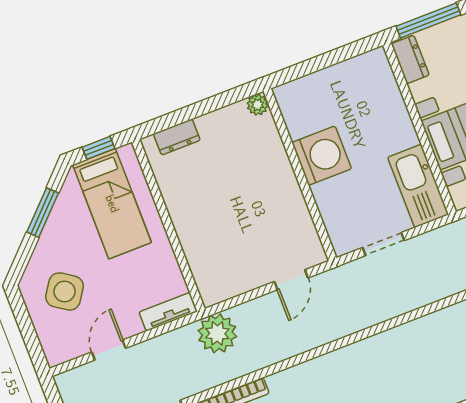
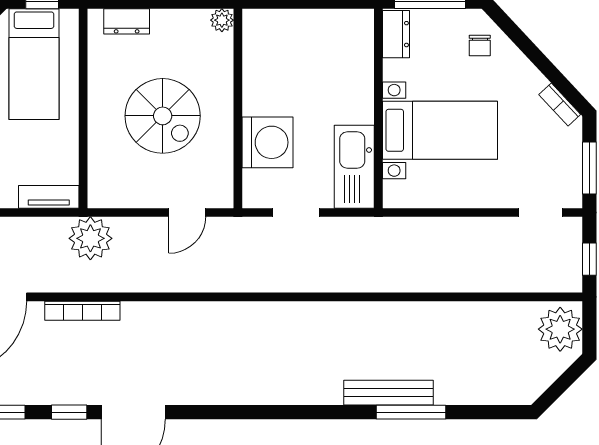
washing machine: (322, 156) -> (268, 142), moved
spiral stairs: (238, 206) -> (163, 116), added

